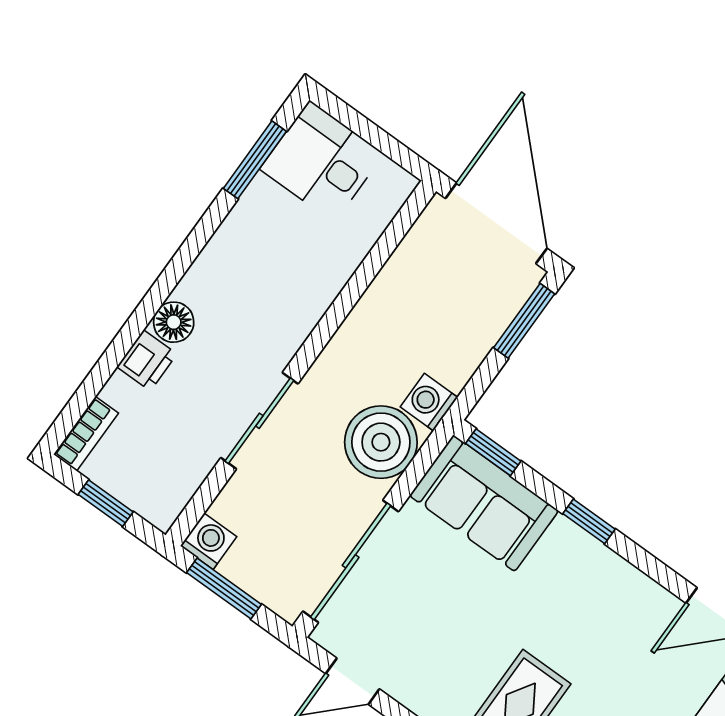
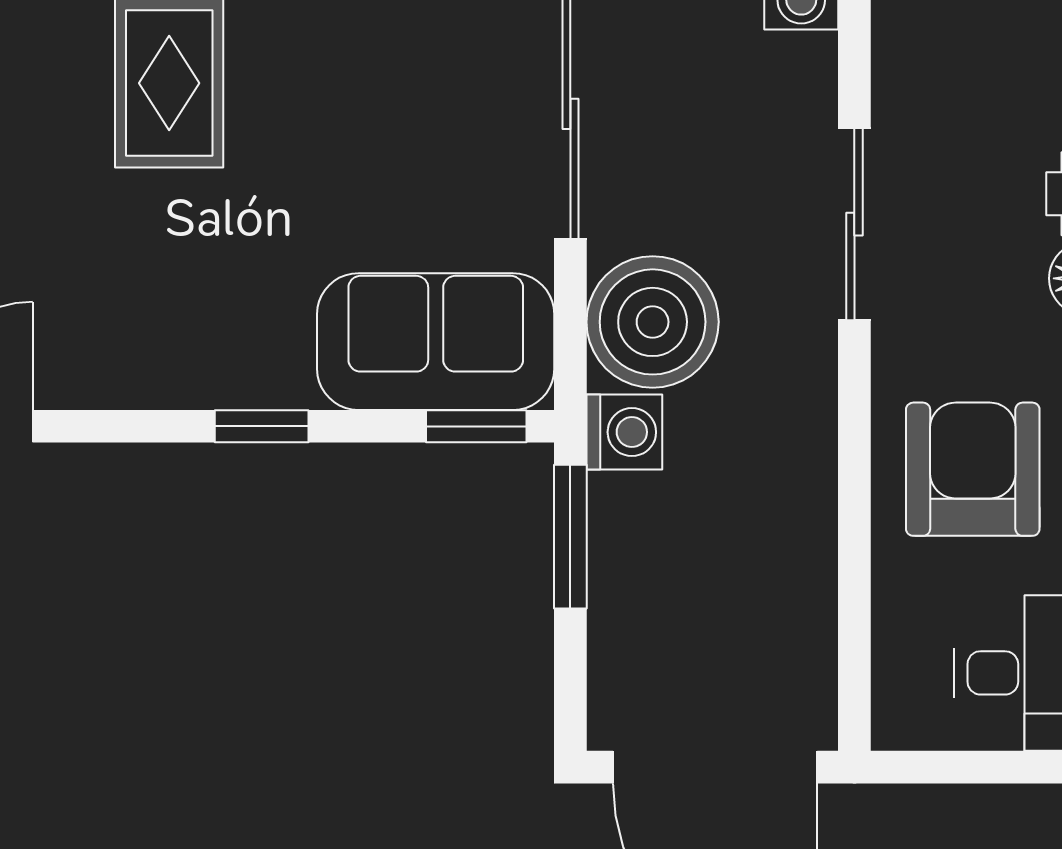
armchair: (285, 273) -> (973, 469), added
window: (524, 321) -> (570, 537), moved

